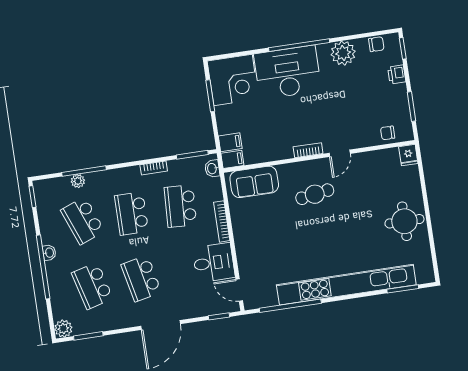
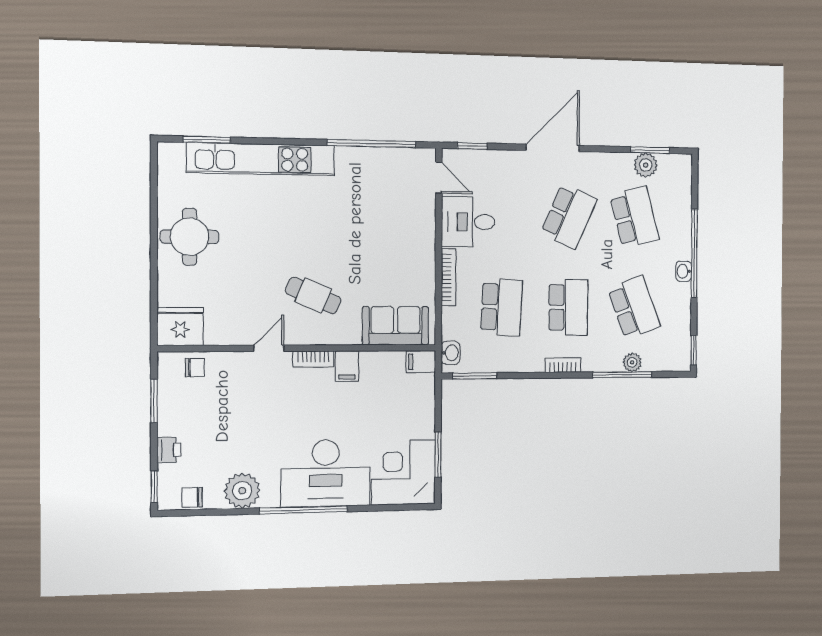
filing cabinet: (230, 142) -> (347, 366), moved, turned -90
fridge: (408, 155) -> (180, 326), width x1.88, depth x1.34
bookcase: (154, 168) -> (563, 365), moved
cafe table: (315, 194) -> (313, 295), turned 33
school desk: (141, 278) -> (569, 216), turned 36
kitchen unit: (346, 285) -> (261, 159), width x0.73
plant: (63, 329) -> (646, 165), moved

